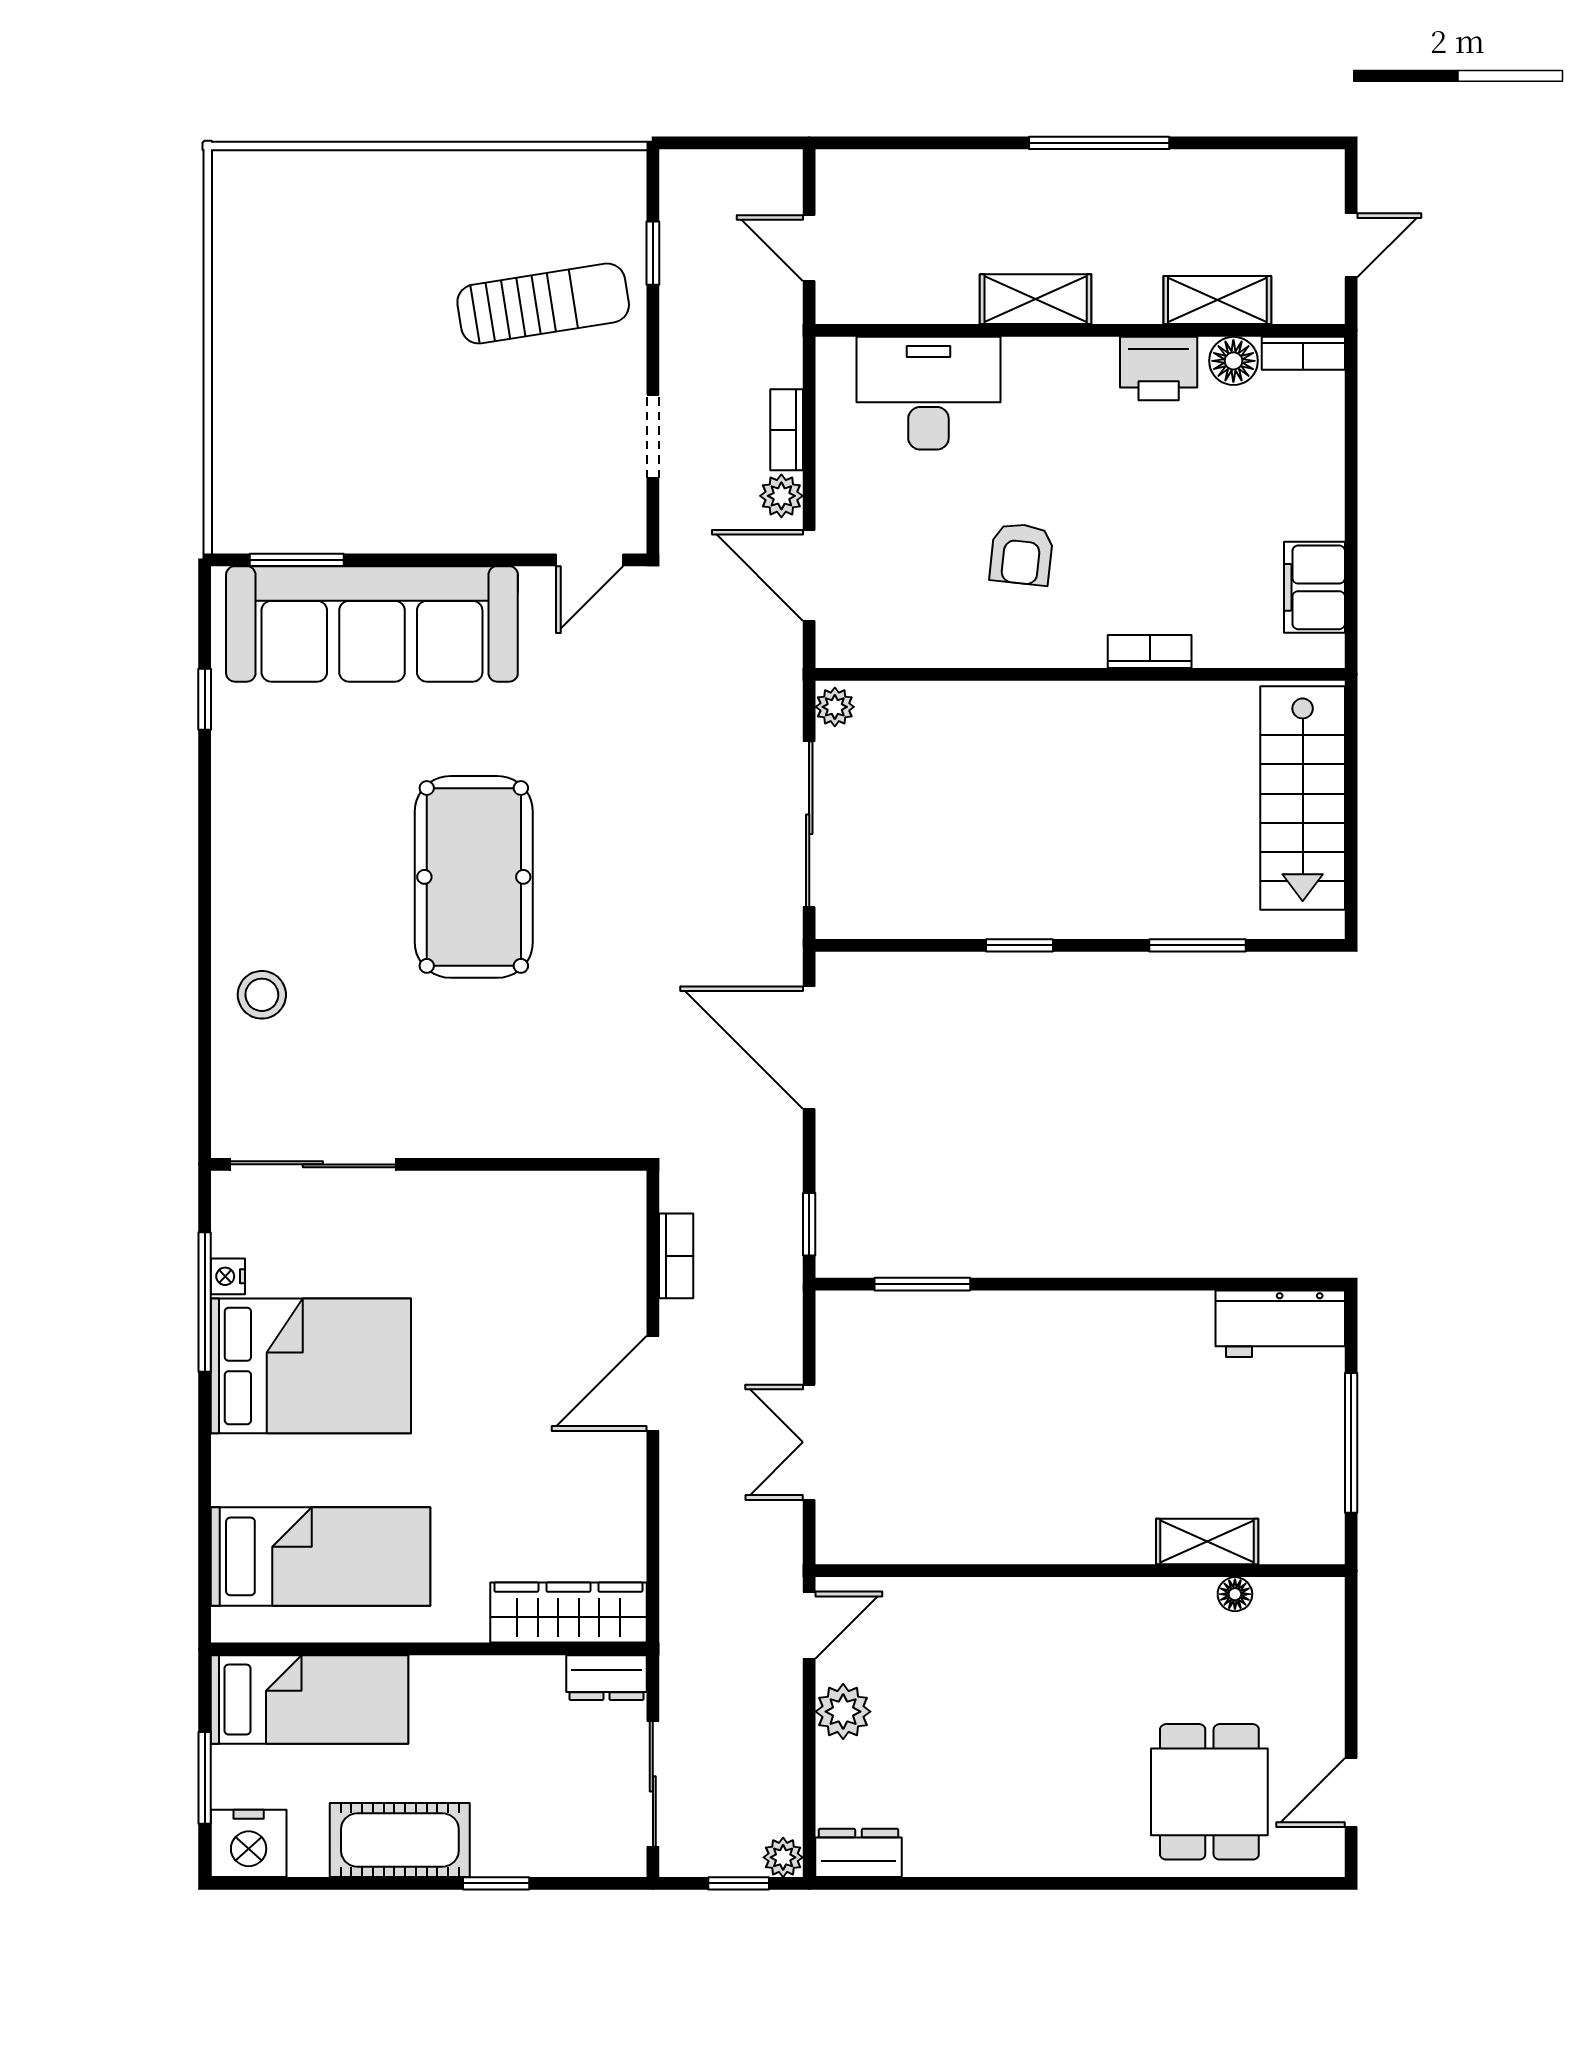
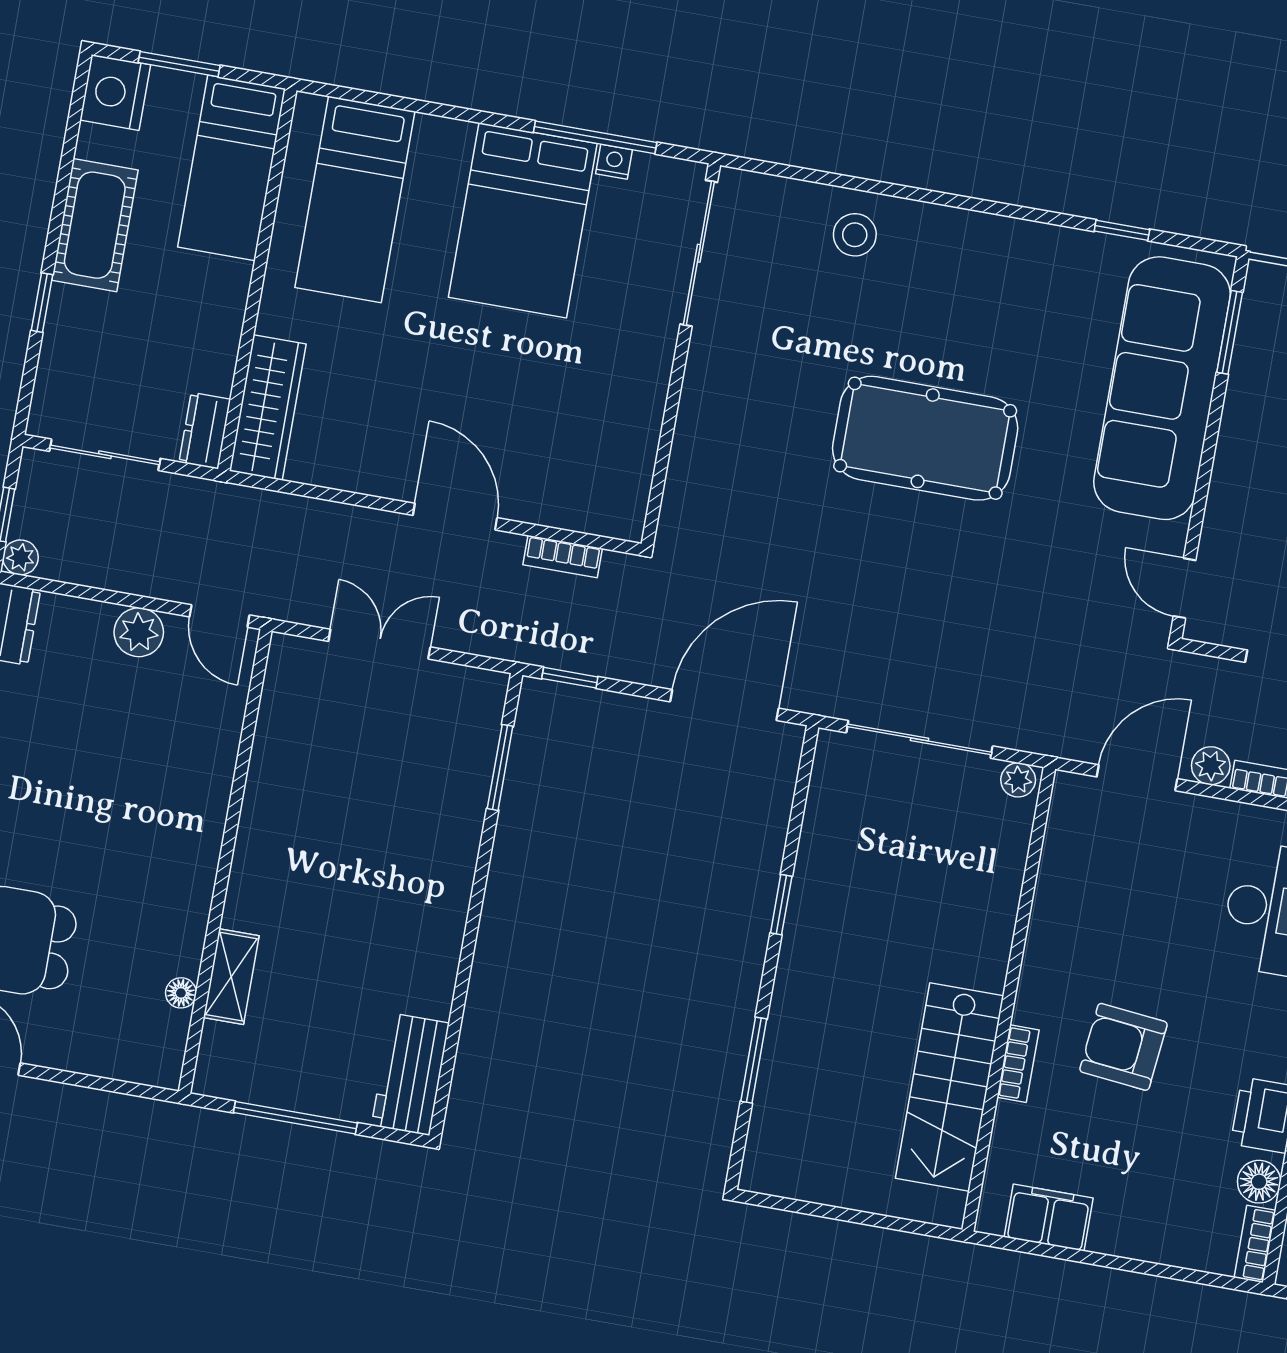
armchair: (1021, 554) -> (1123, 1047), moved, width x1.38, depth x1.38
stairs: (1303, 798) -> (950, 1087), moved, turned -90

